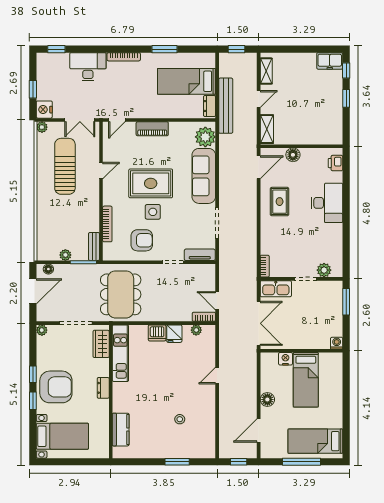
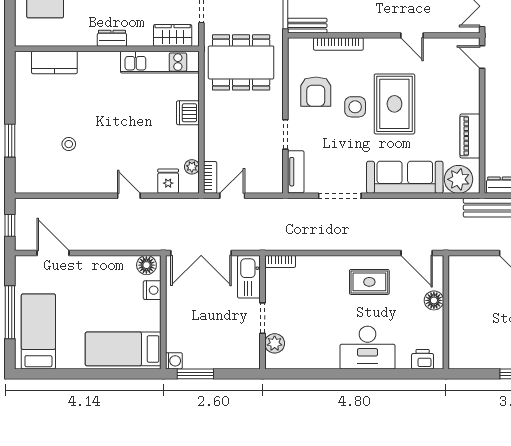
piano: (152, 129) -> (470, 136), moved
shelving: (267, 129) -> (469, 264), removed
window: (346, 302) -> (195, 374), moved
fridge: (174, 334) -> (168, 181), moved, turned 90
bed: (306, 380) -> (123, 349), moved
floor lamp: (267, 400) -> (146, 265), moved

